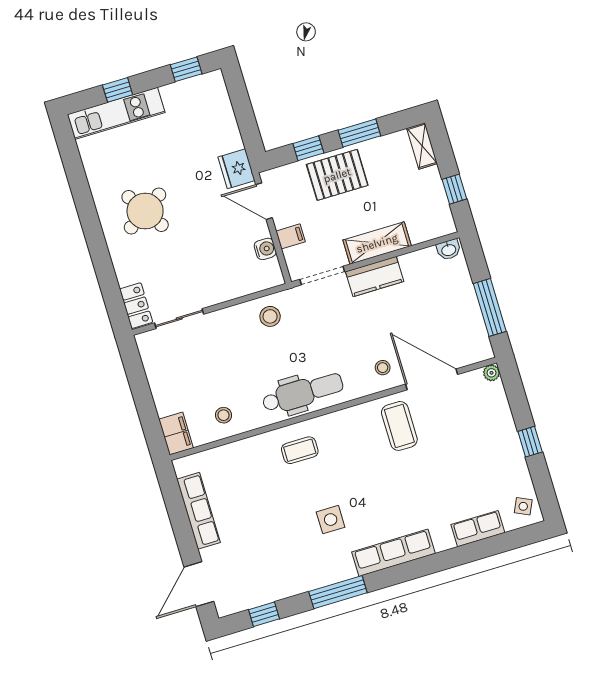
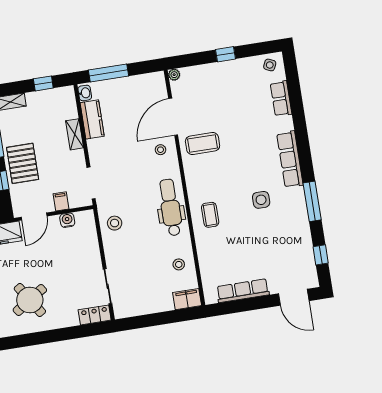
shelving: (377, 243) -> (75, 134), width x0.67, depth x0.75
kitchen counter: (375, 276) -> (92, 119), moved
window: (490, 307) -> (109, 73), moved

